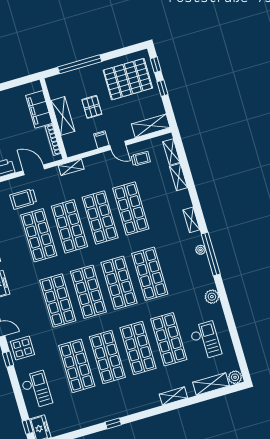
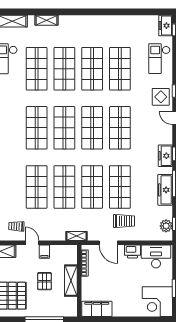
filing cabinet: (39, 109) -> (97, 309), moved, turned -90
window: (113, 423) -> (103, 12), removed

